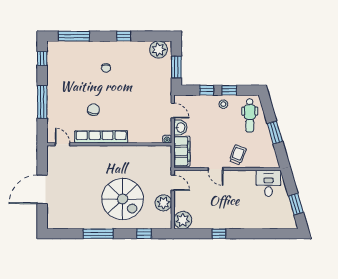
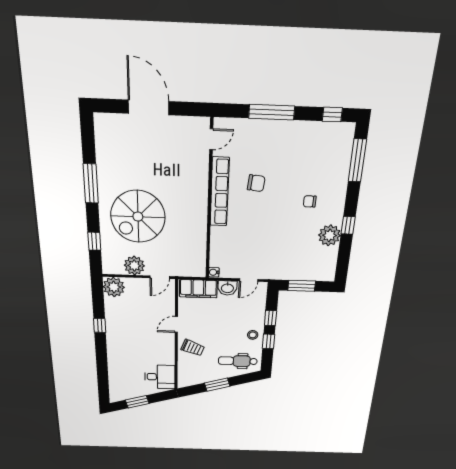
plant: (159, 50) -> (330, 235), moved

